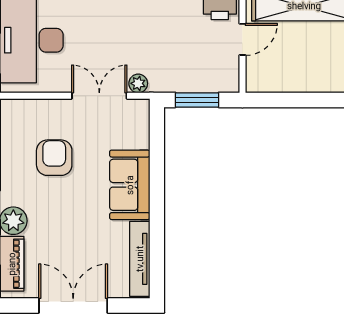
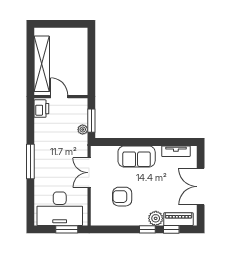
plant: (138, 83) -> (83, 130), moved
tv unit: (140, 259) -> (176, 151), width x0.71

